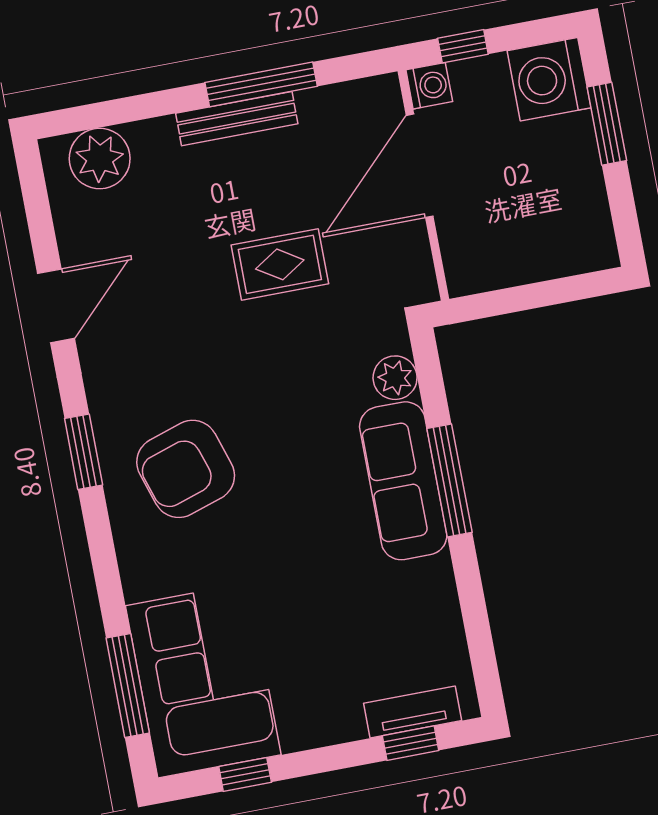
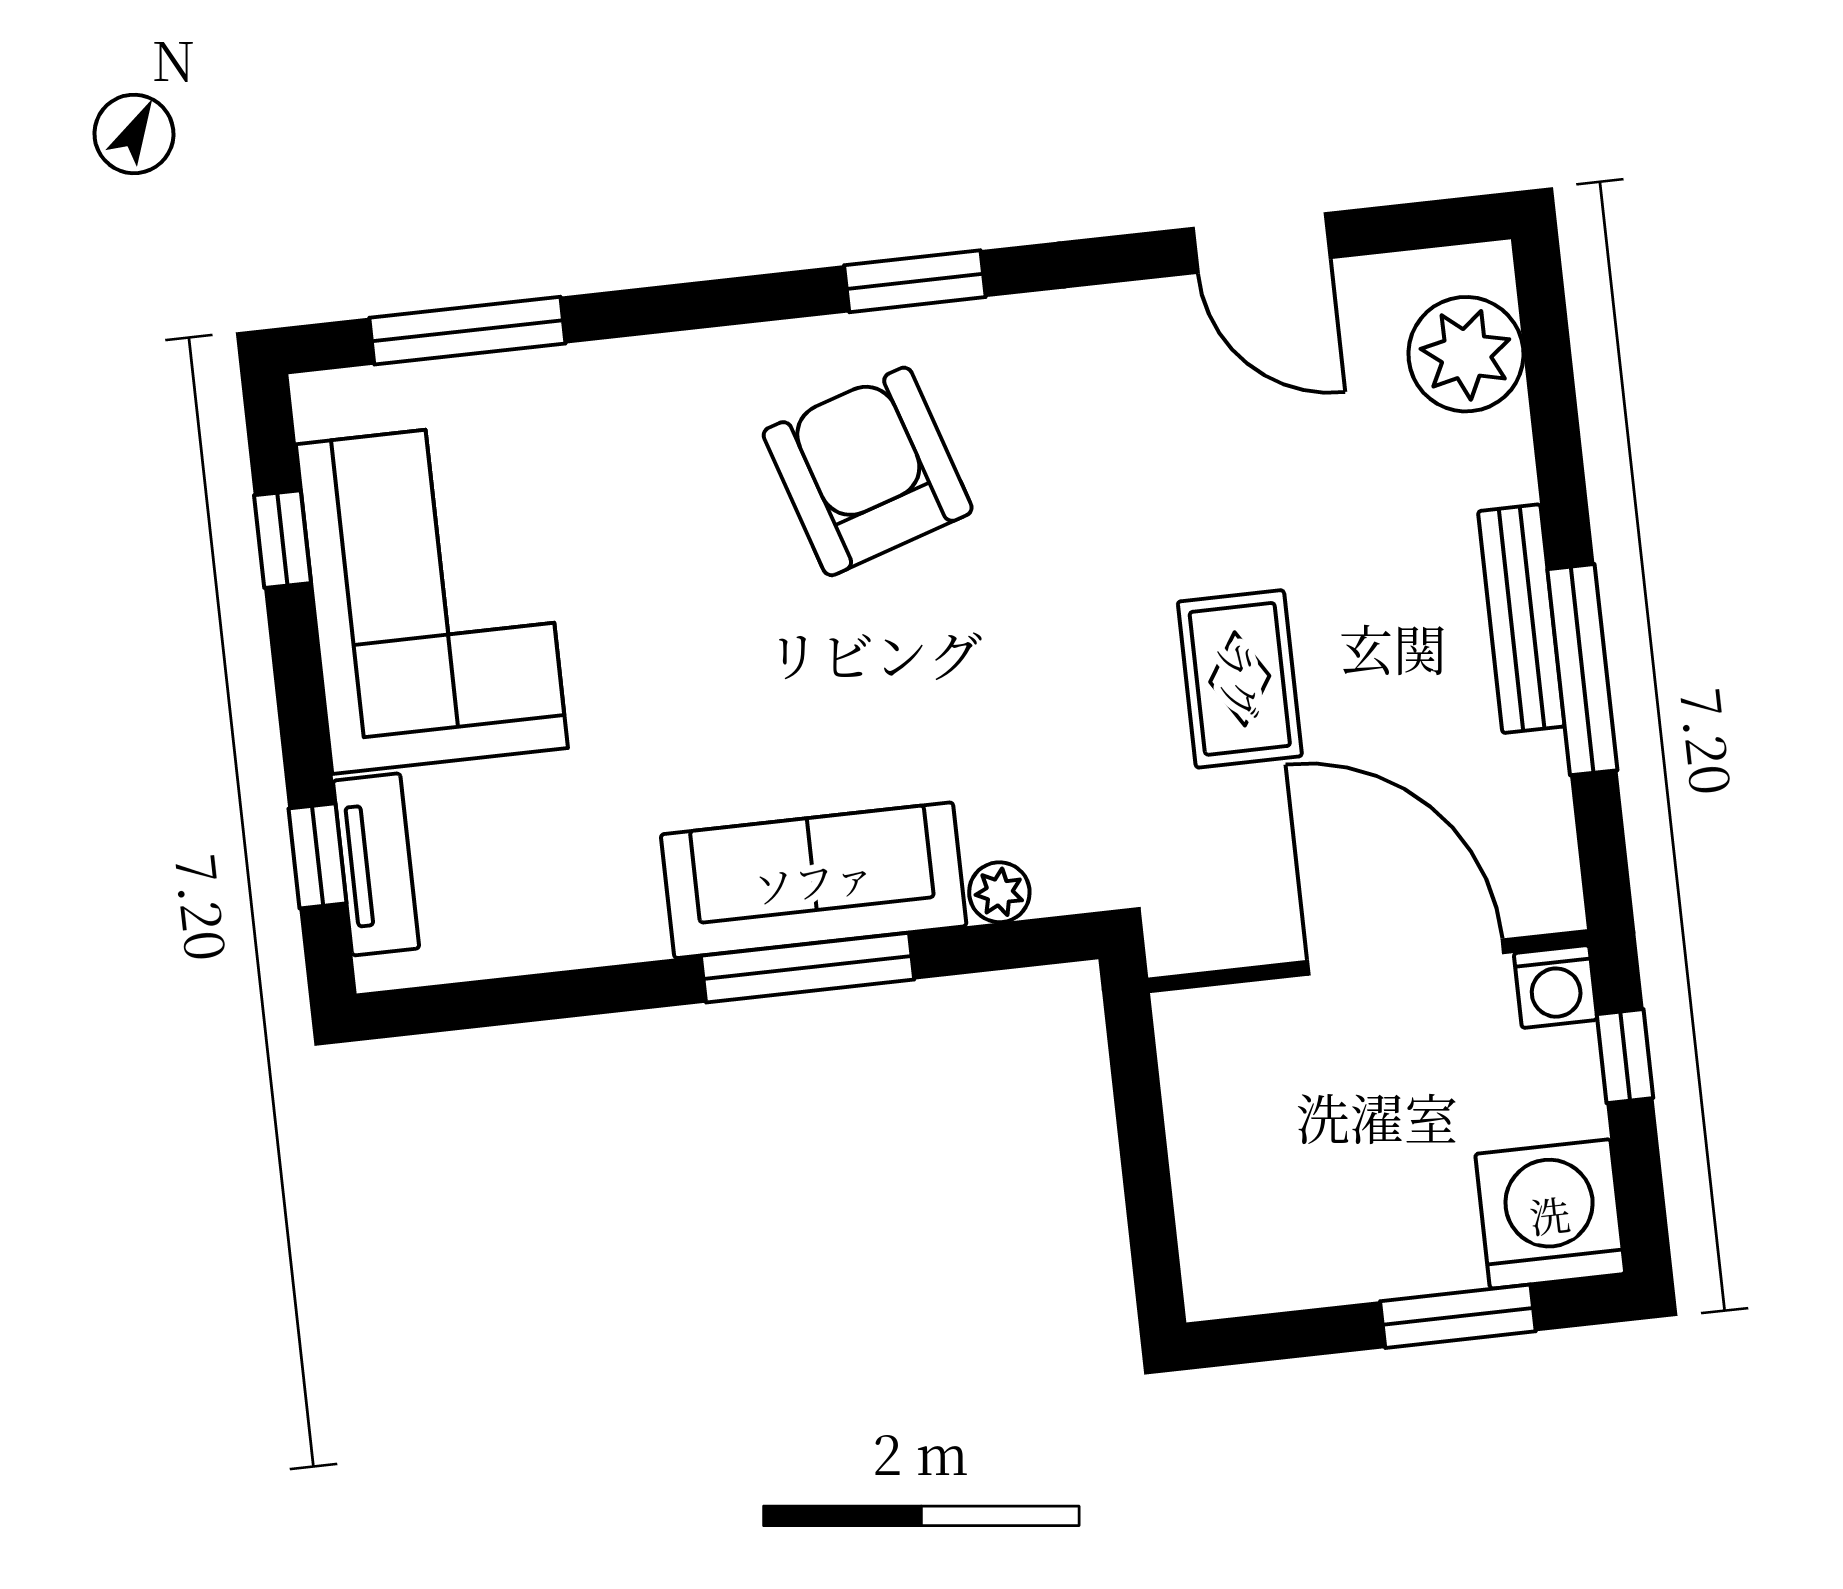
door: (56, 306) -> (1262, 243), moved
plant: (395, 378) -> (999, 892), width x0.73, depth x0.73
corner sofa: (203, 680) -> (432, 596), moved, turned -90

